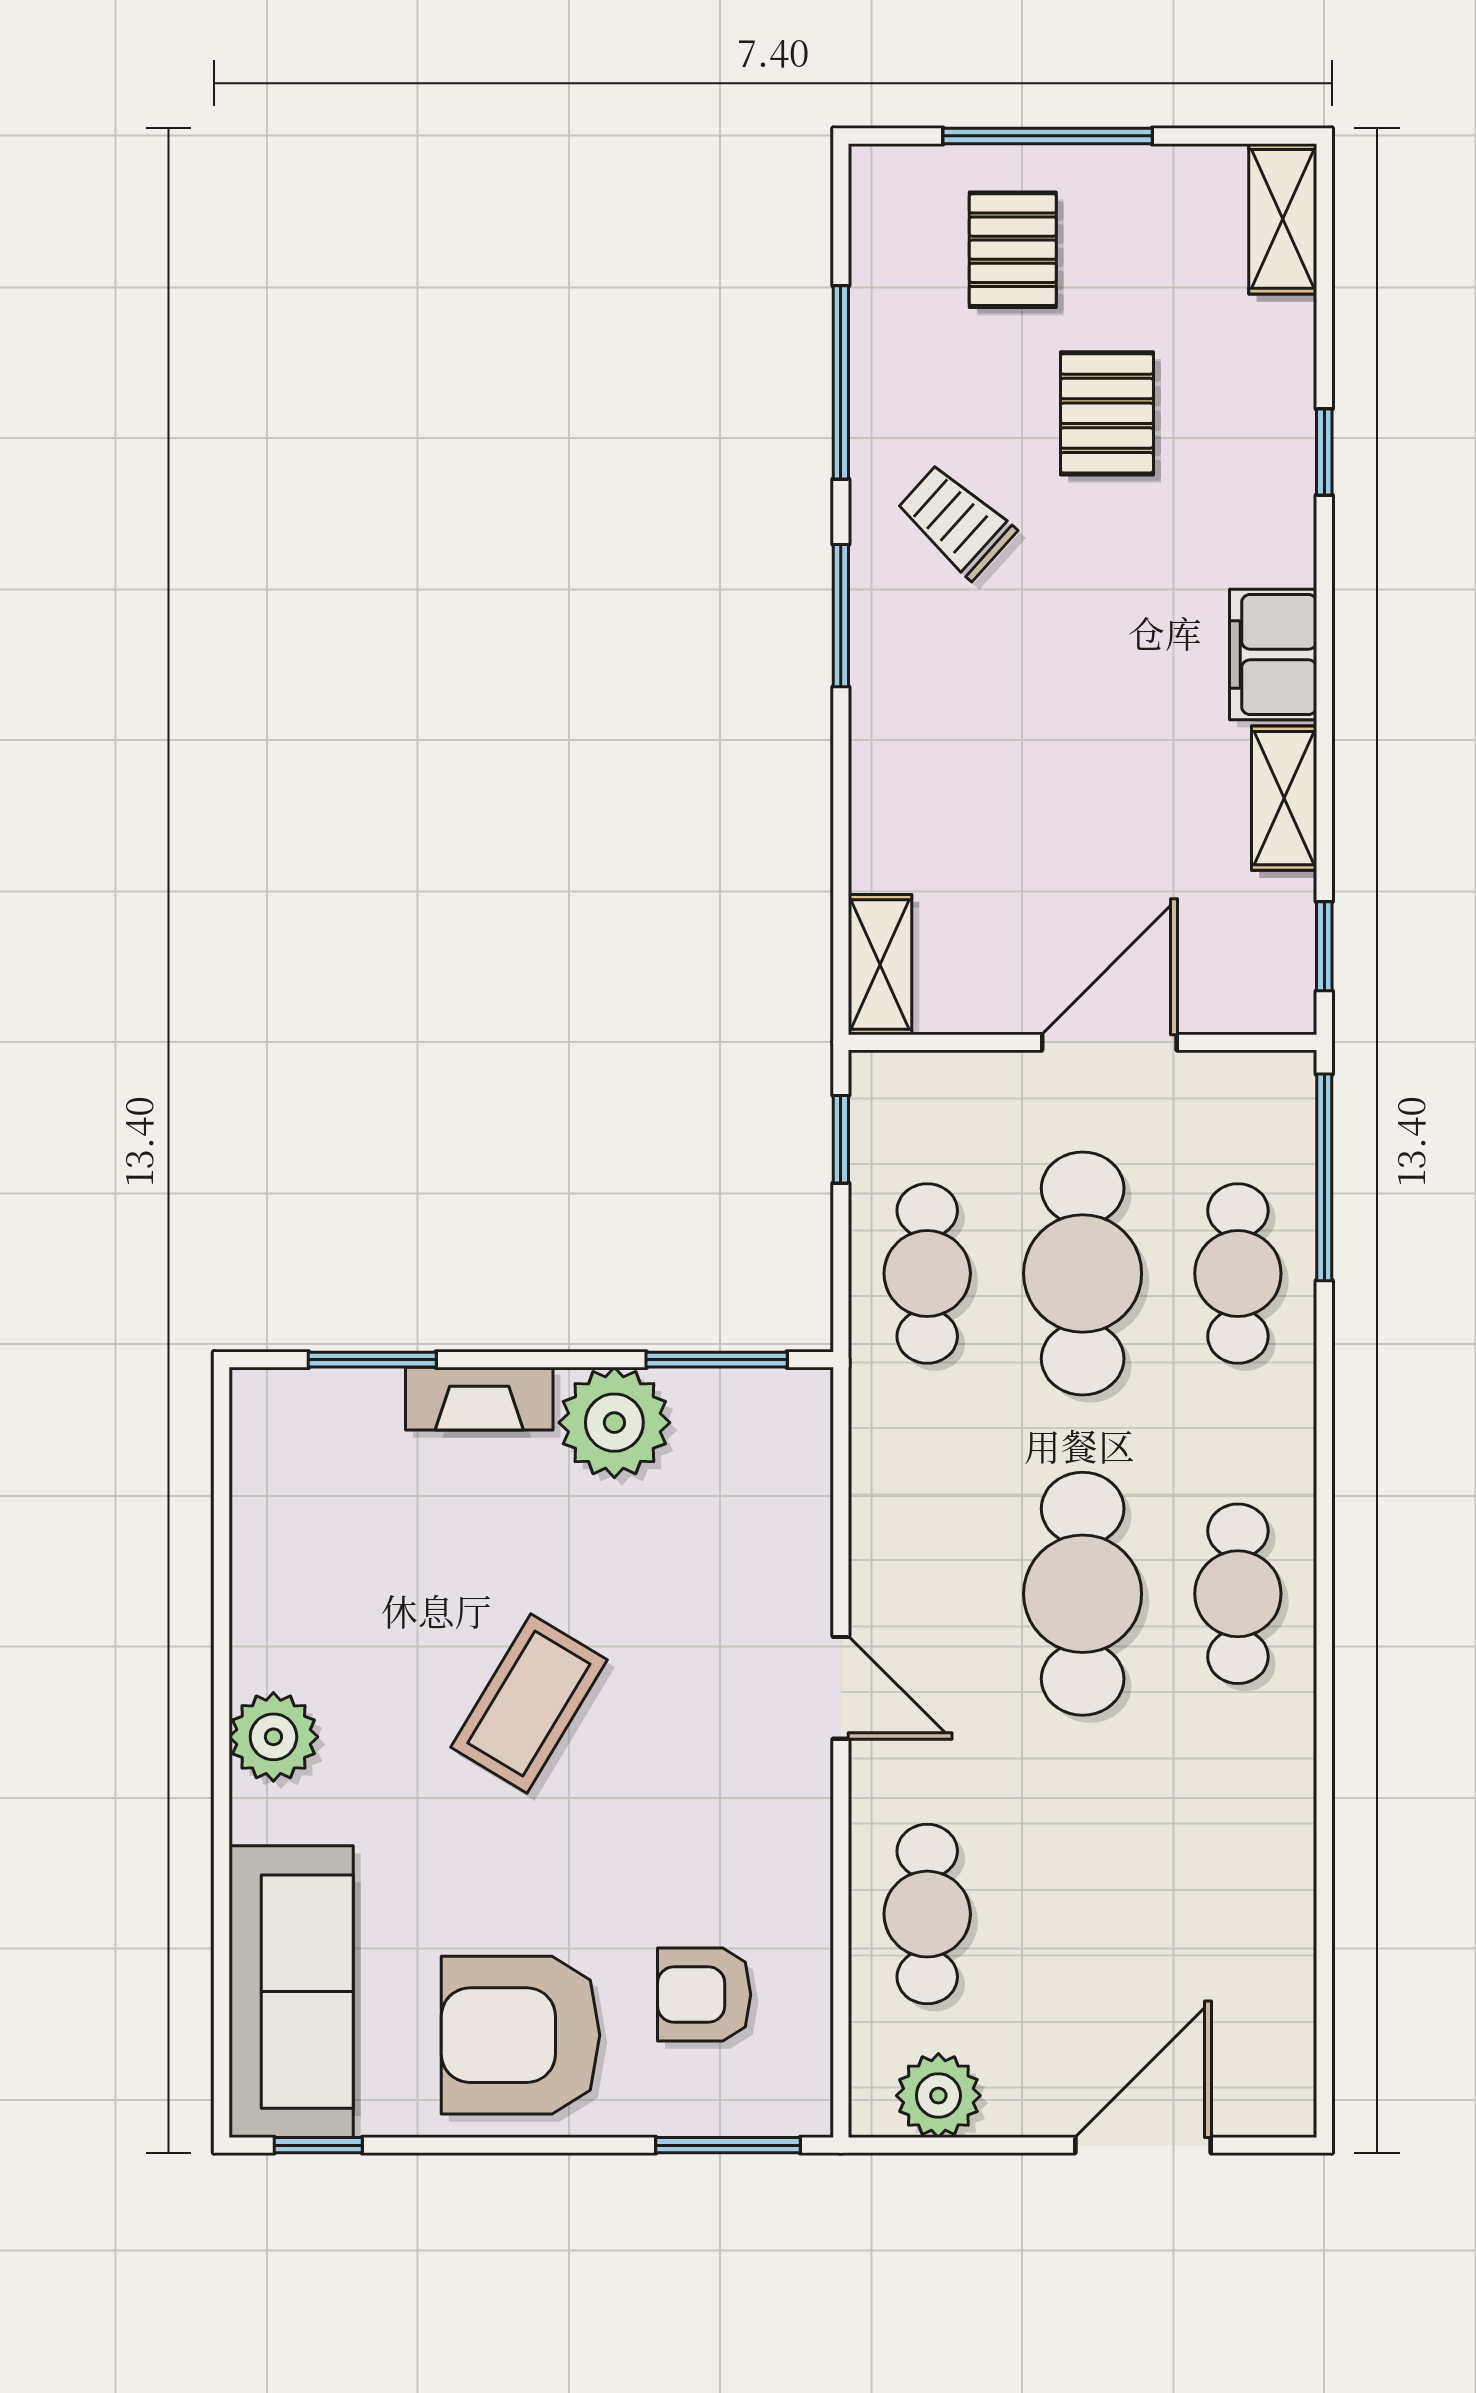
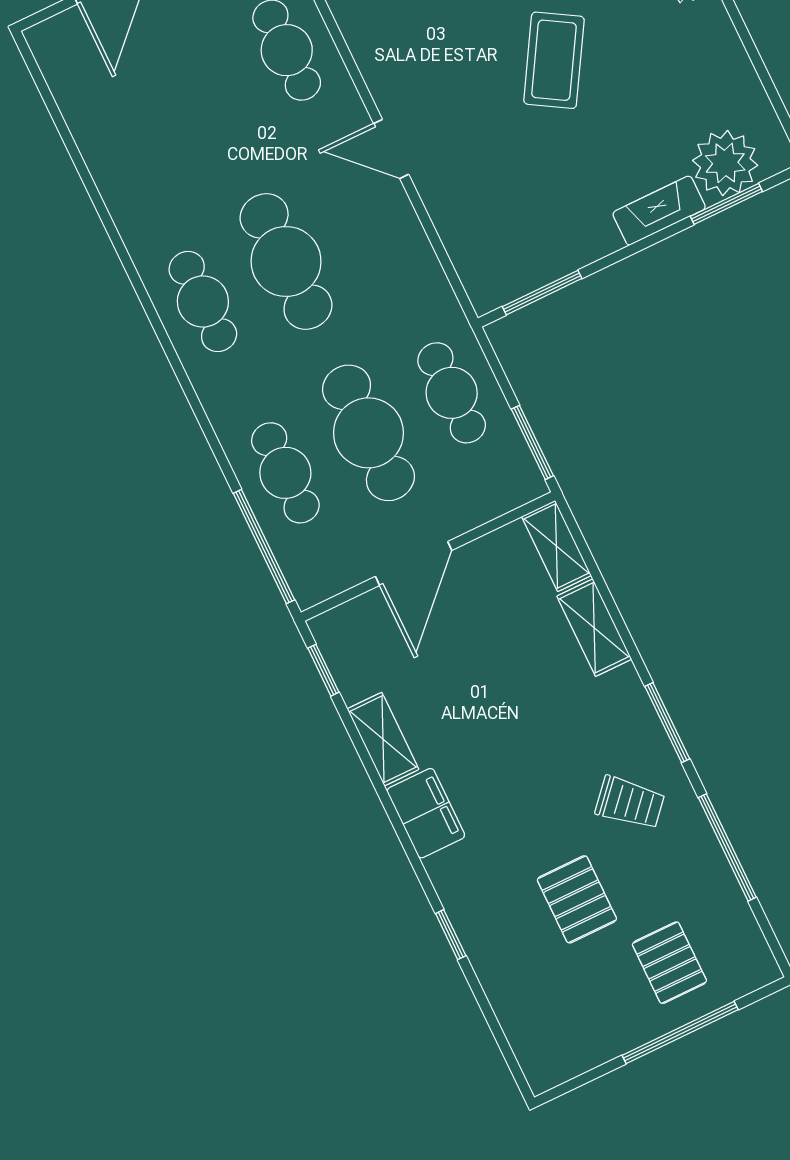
shelving: (1283, 219) -> (594, 628), moved
window: (841, 1139) -> (532, 442), width x1.50
plant: (614, 1423) -> (725, 163), moved

